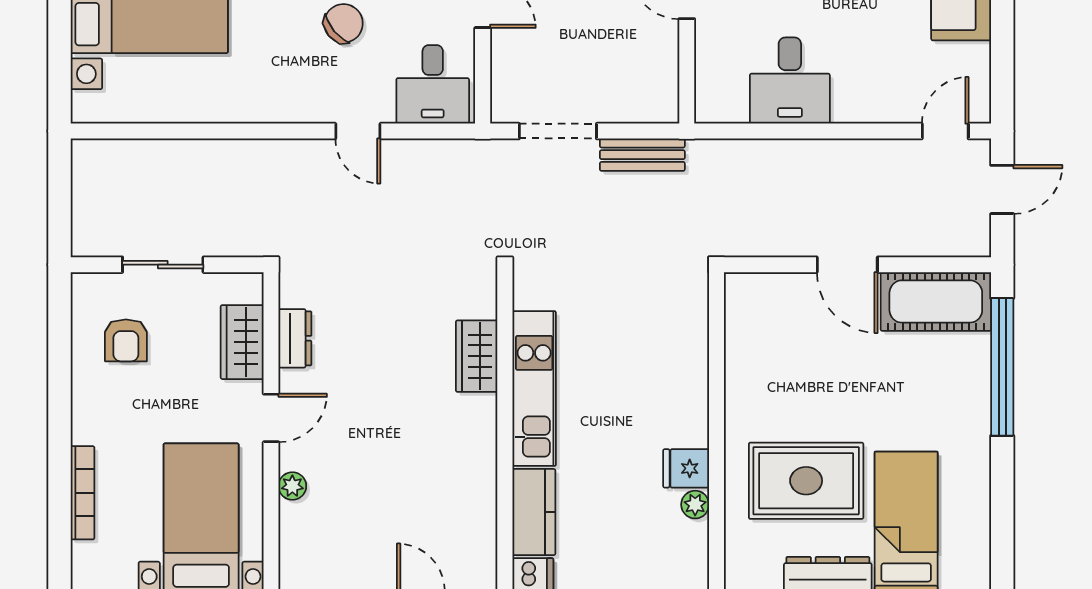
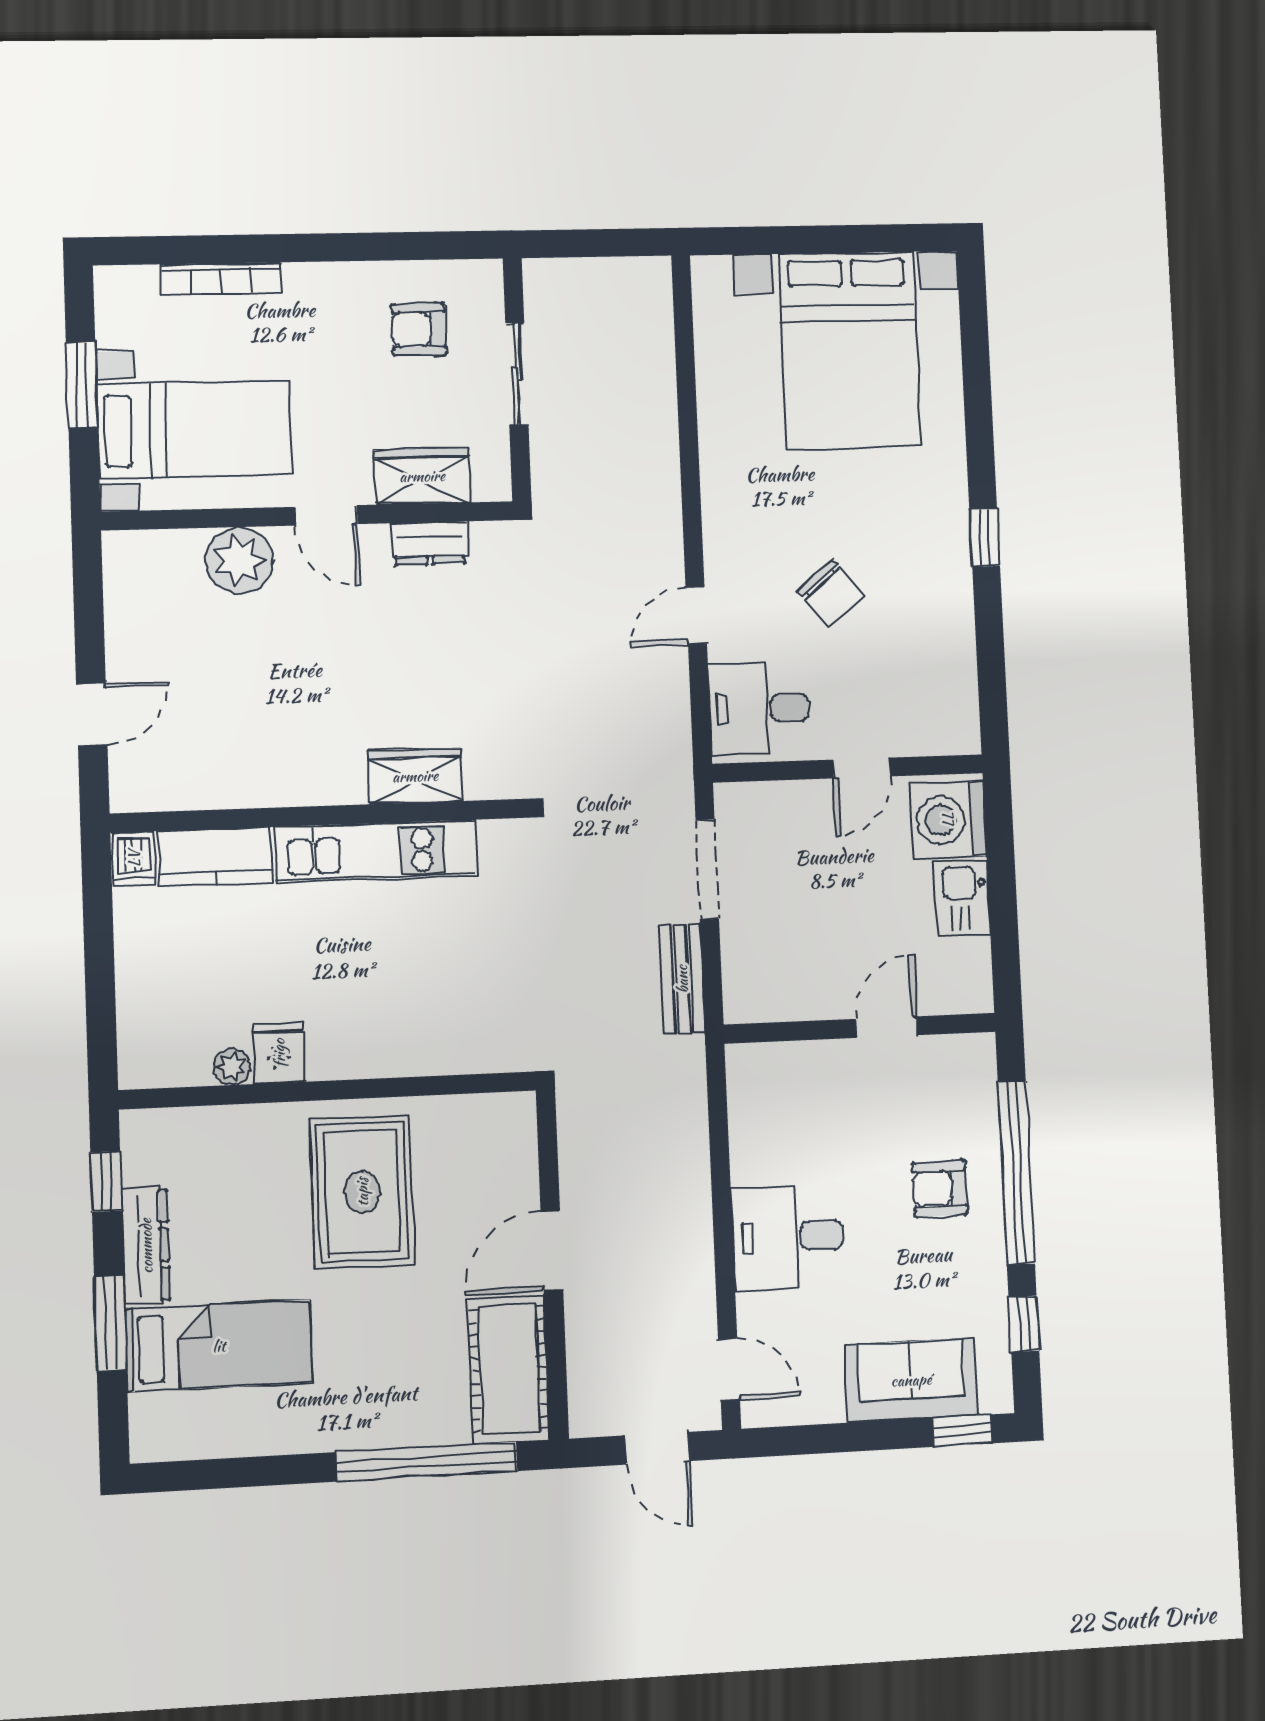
desk: (790, 81) -> (788, 1237), moved
rug: (806, 481) -> (362, 1192), moved
plant: (292, 486) -> (239, 560), width x1.88, depth x1.88

